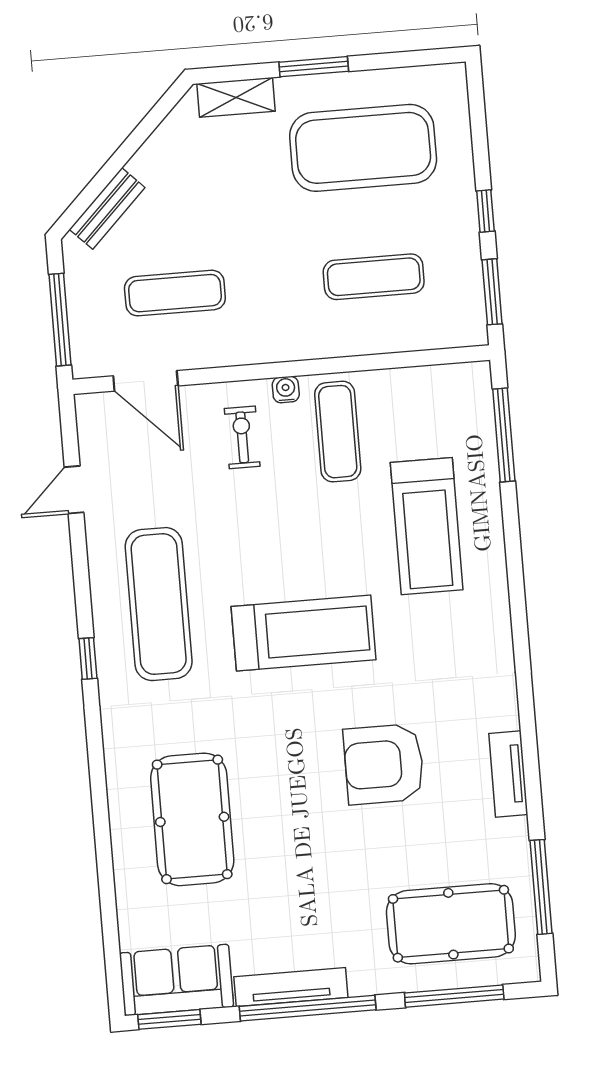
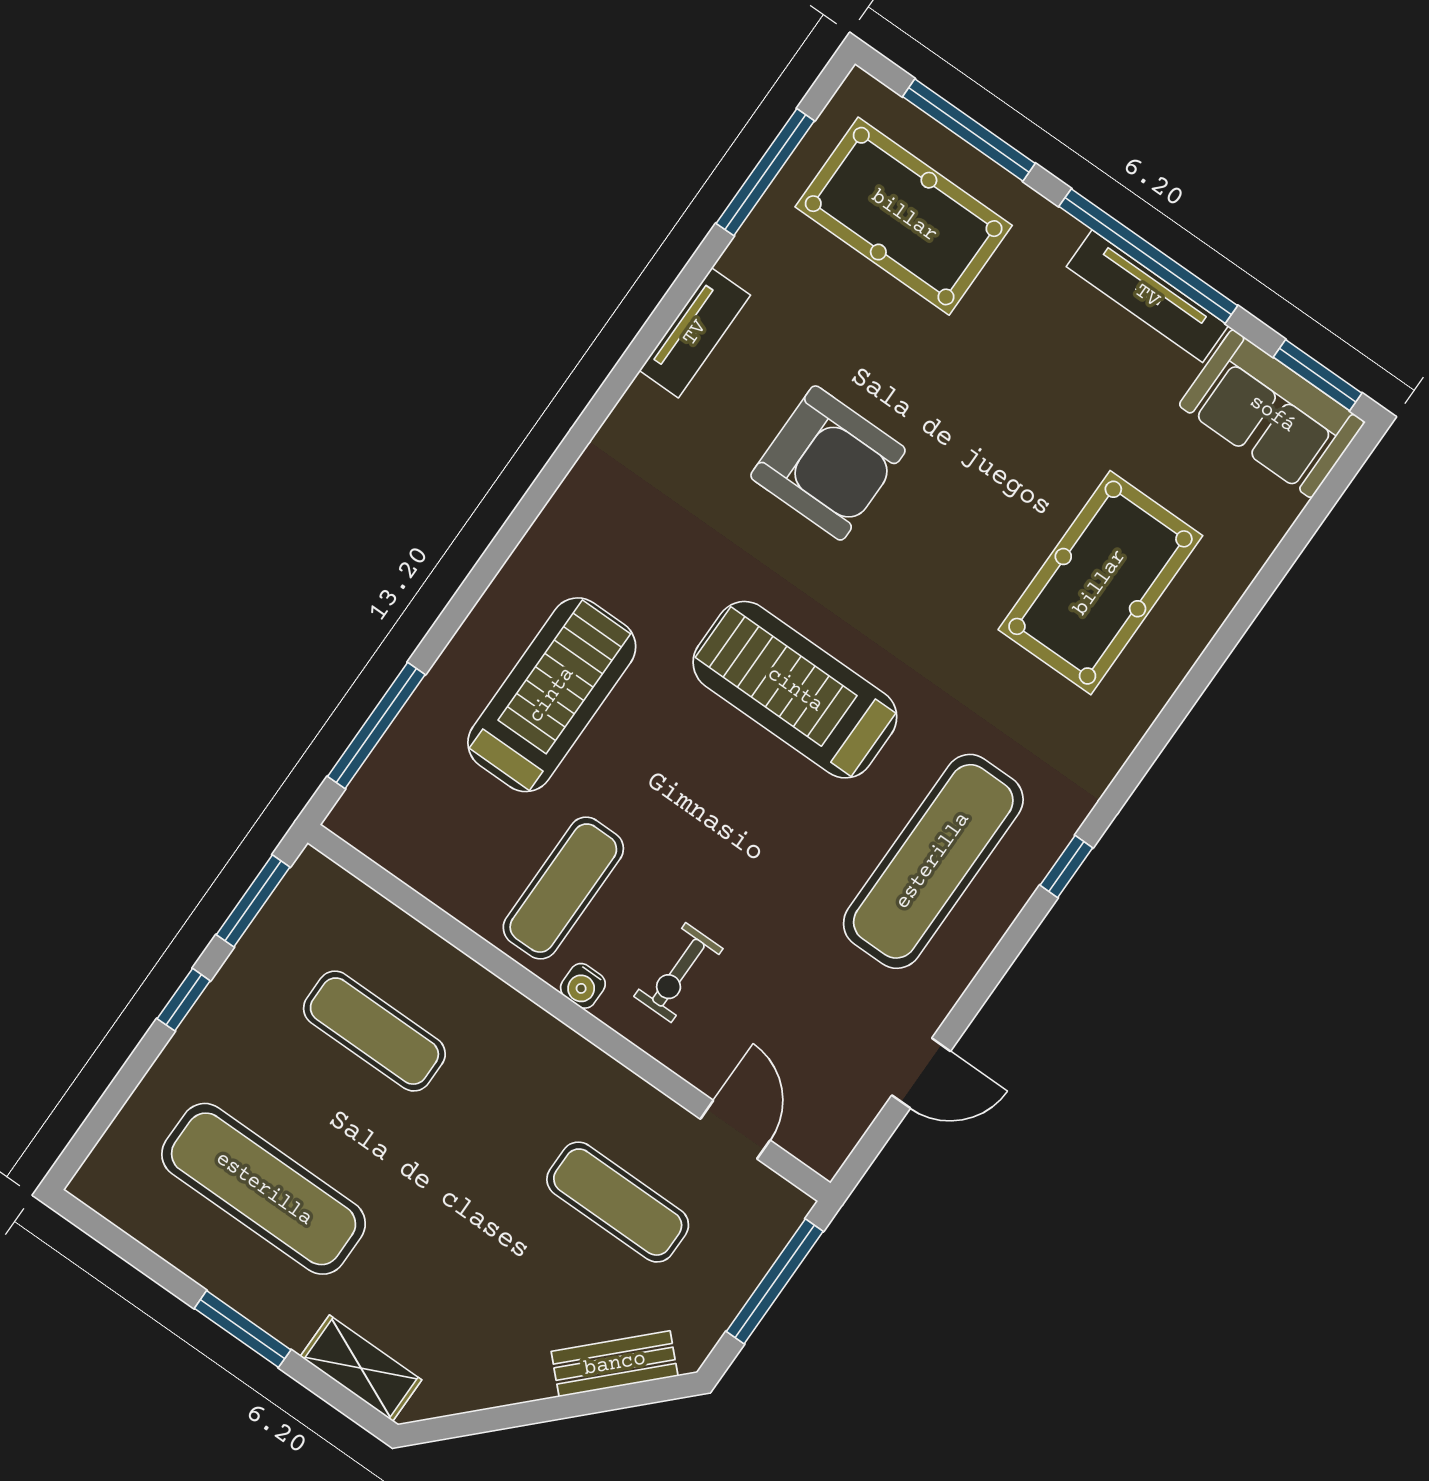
exercise mat: (363, 148) -> (264, 1189), width x0.68
door: (146, 381) -> (735, 1130), width x0.73

